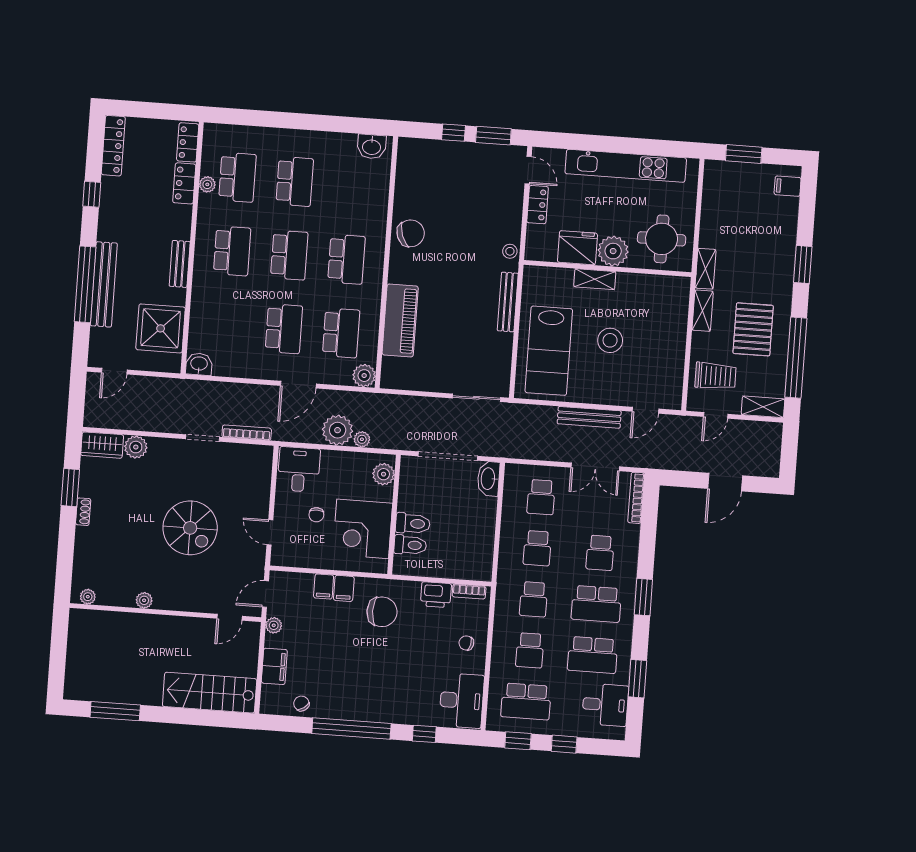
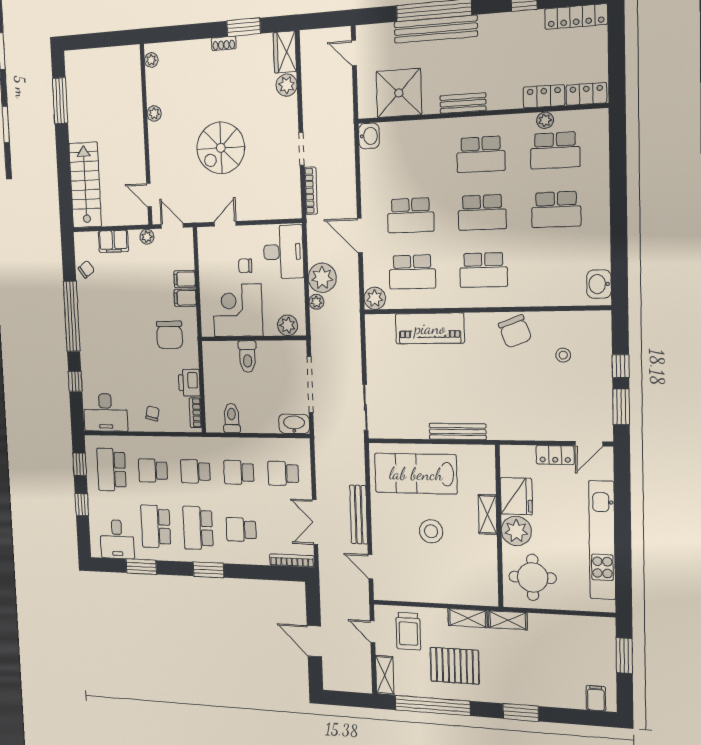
stool: (510, 251) -> (563, 355), moved
desk: (299, 469) -> (283, 252), width x1.37
toilet: (410, 545) -> (232, 418), moved, turned 180

